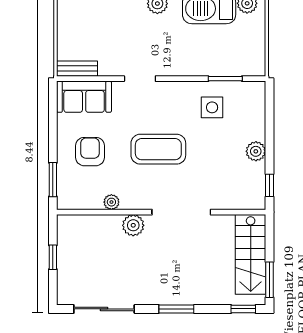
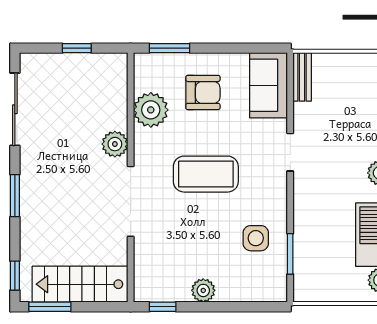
coffee table: (158, 149) -> (206, 174), turned 90
plant: (111, 202) -> (151, 110), width x1.88, depth x1.88

